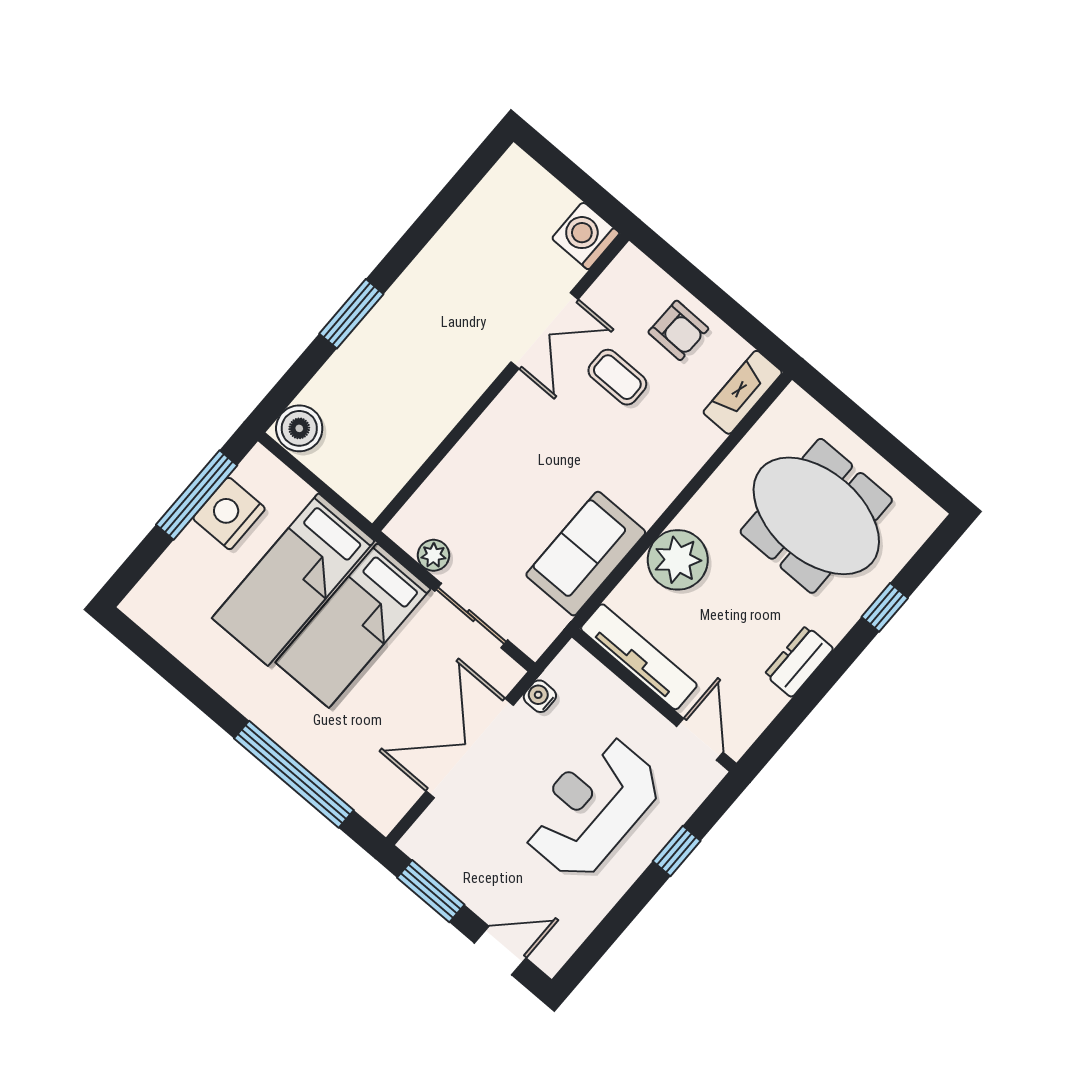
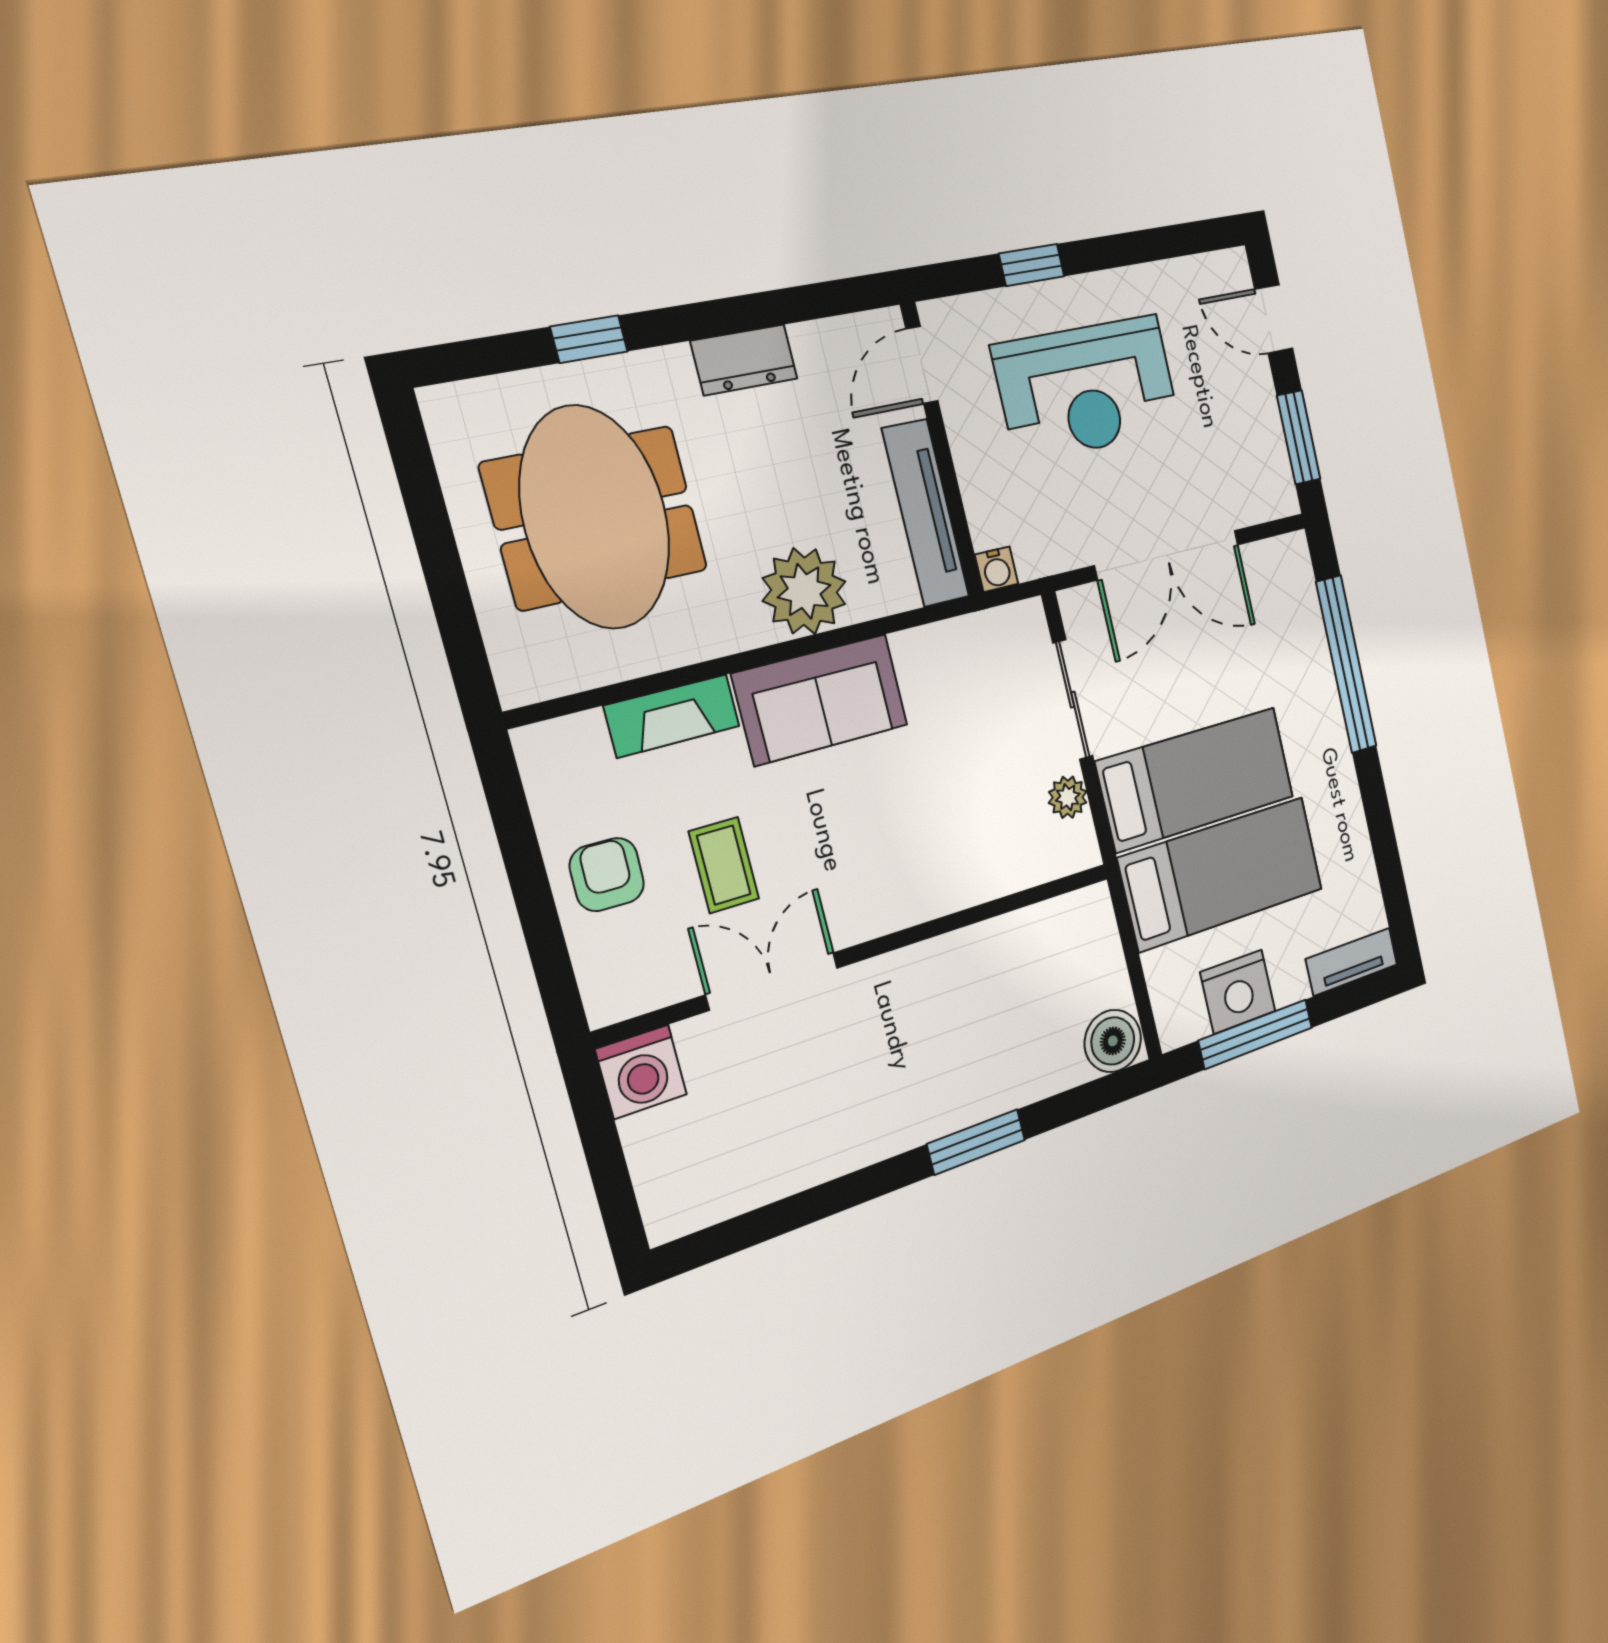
fireplace: (743, 392) -> (672, 716), moved
sofa: (586, 554) -> (821, 700), moved
tv unit: (154, 586) -> (1352, 962), added
water cooler: (540, 696) -> (997, 569), moved

